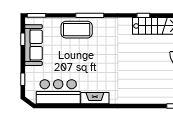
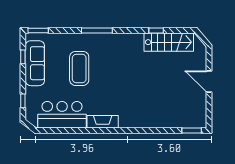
coffee table: (77, 30) -> (79, 68), moved, turned 90

